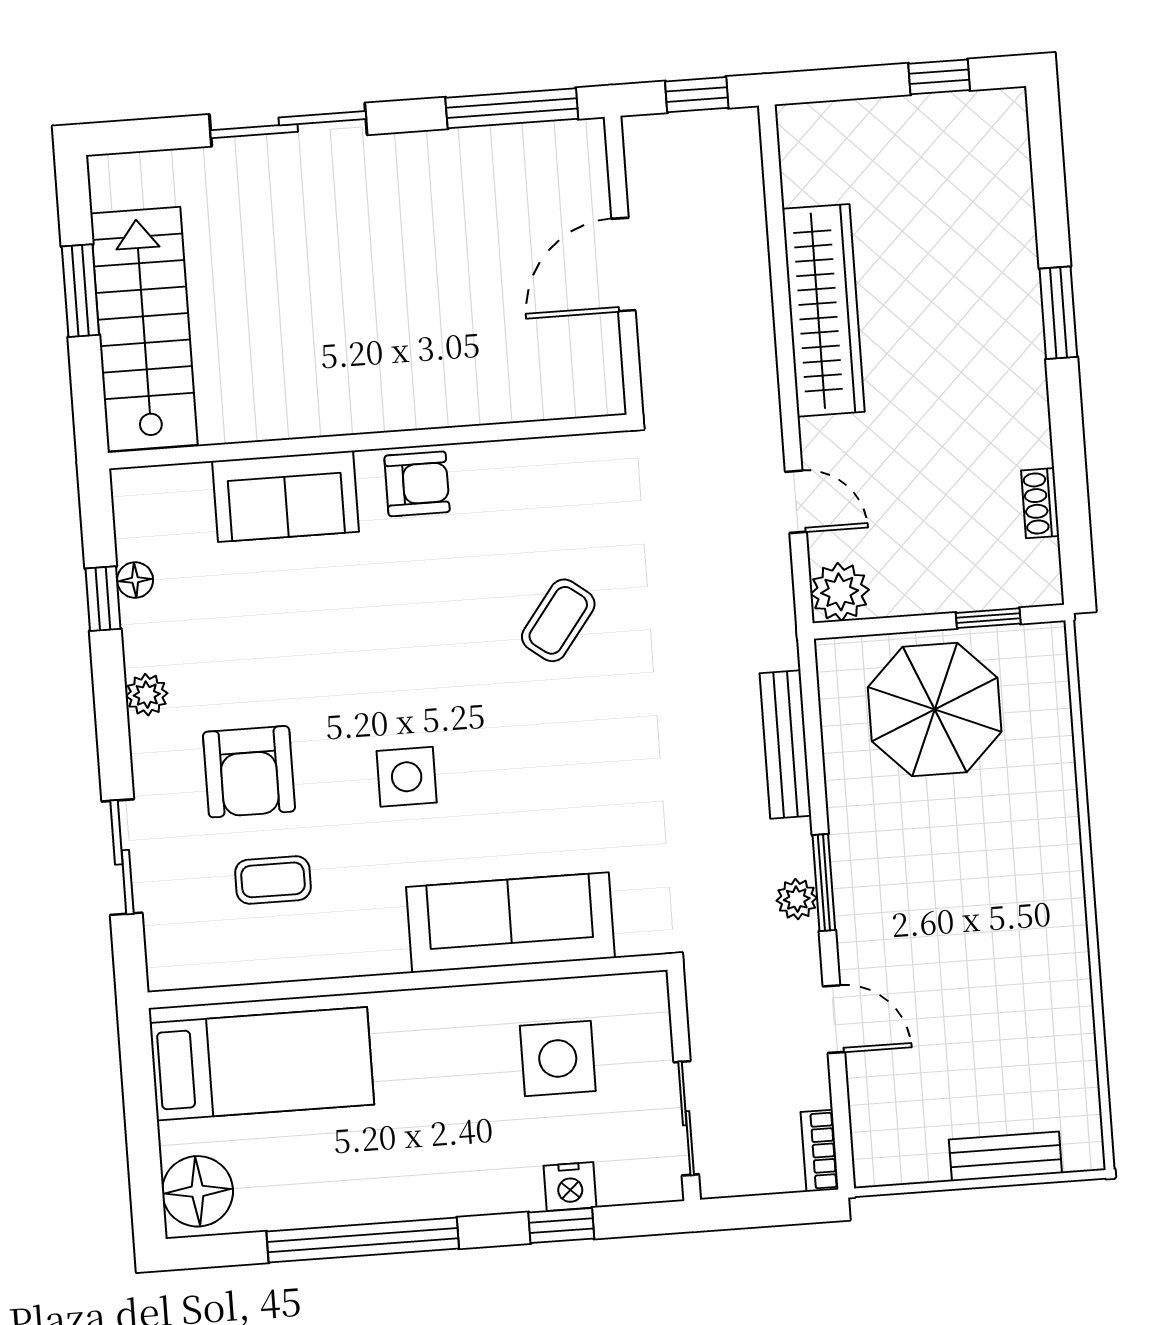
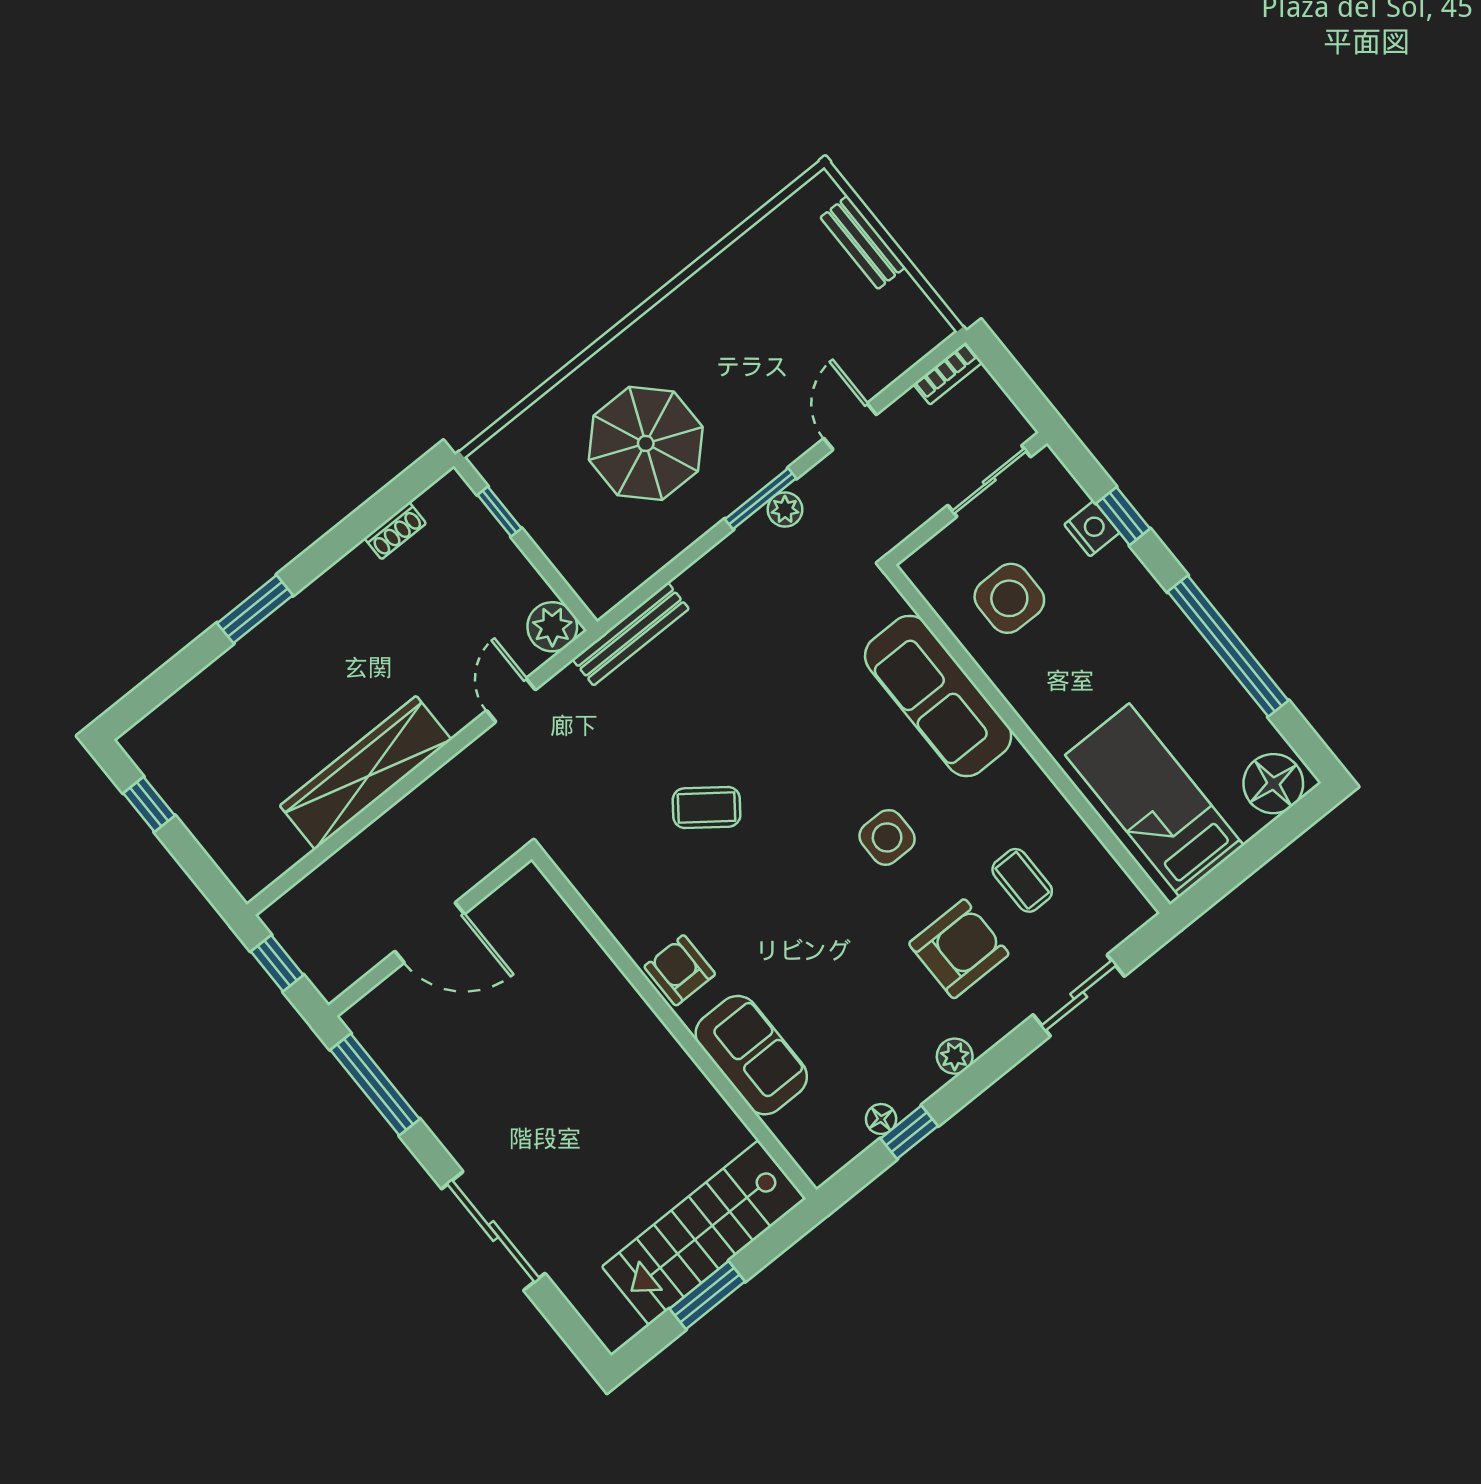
parasol: (935, 709) -> (646, 443), moved
bench: (785, 744) -> (631, 634), moved

